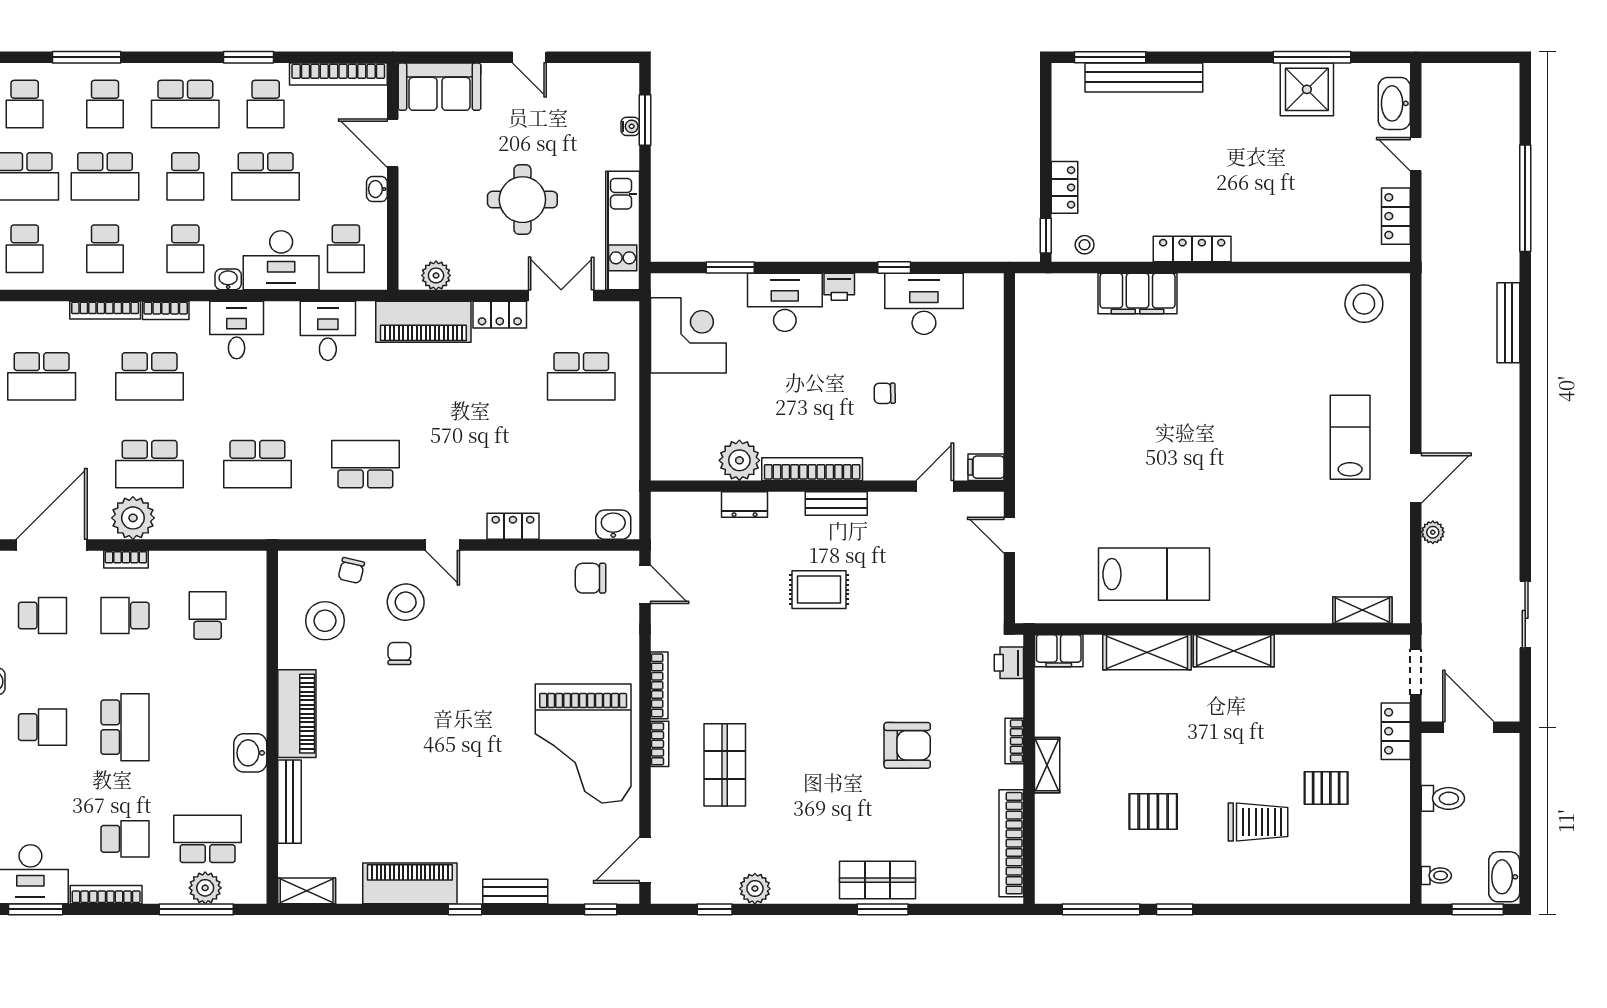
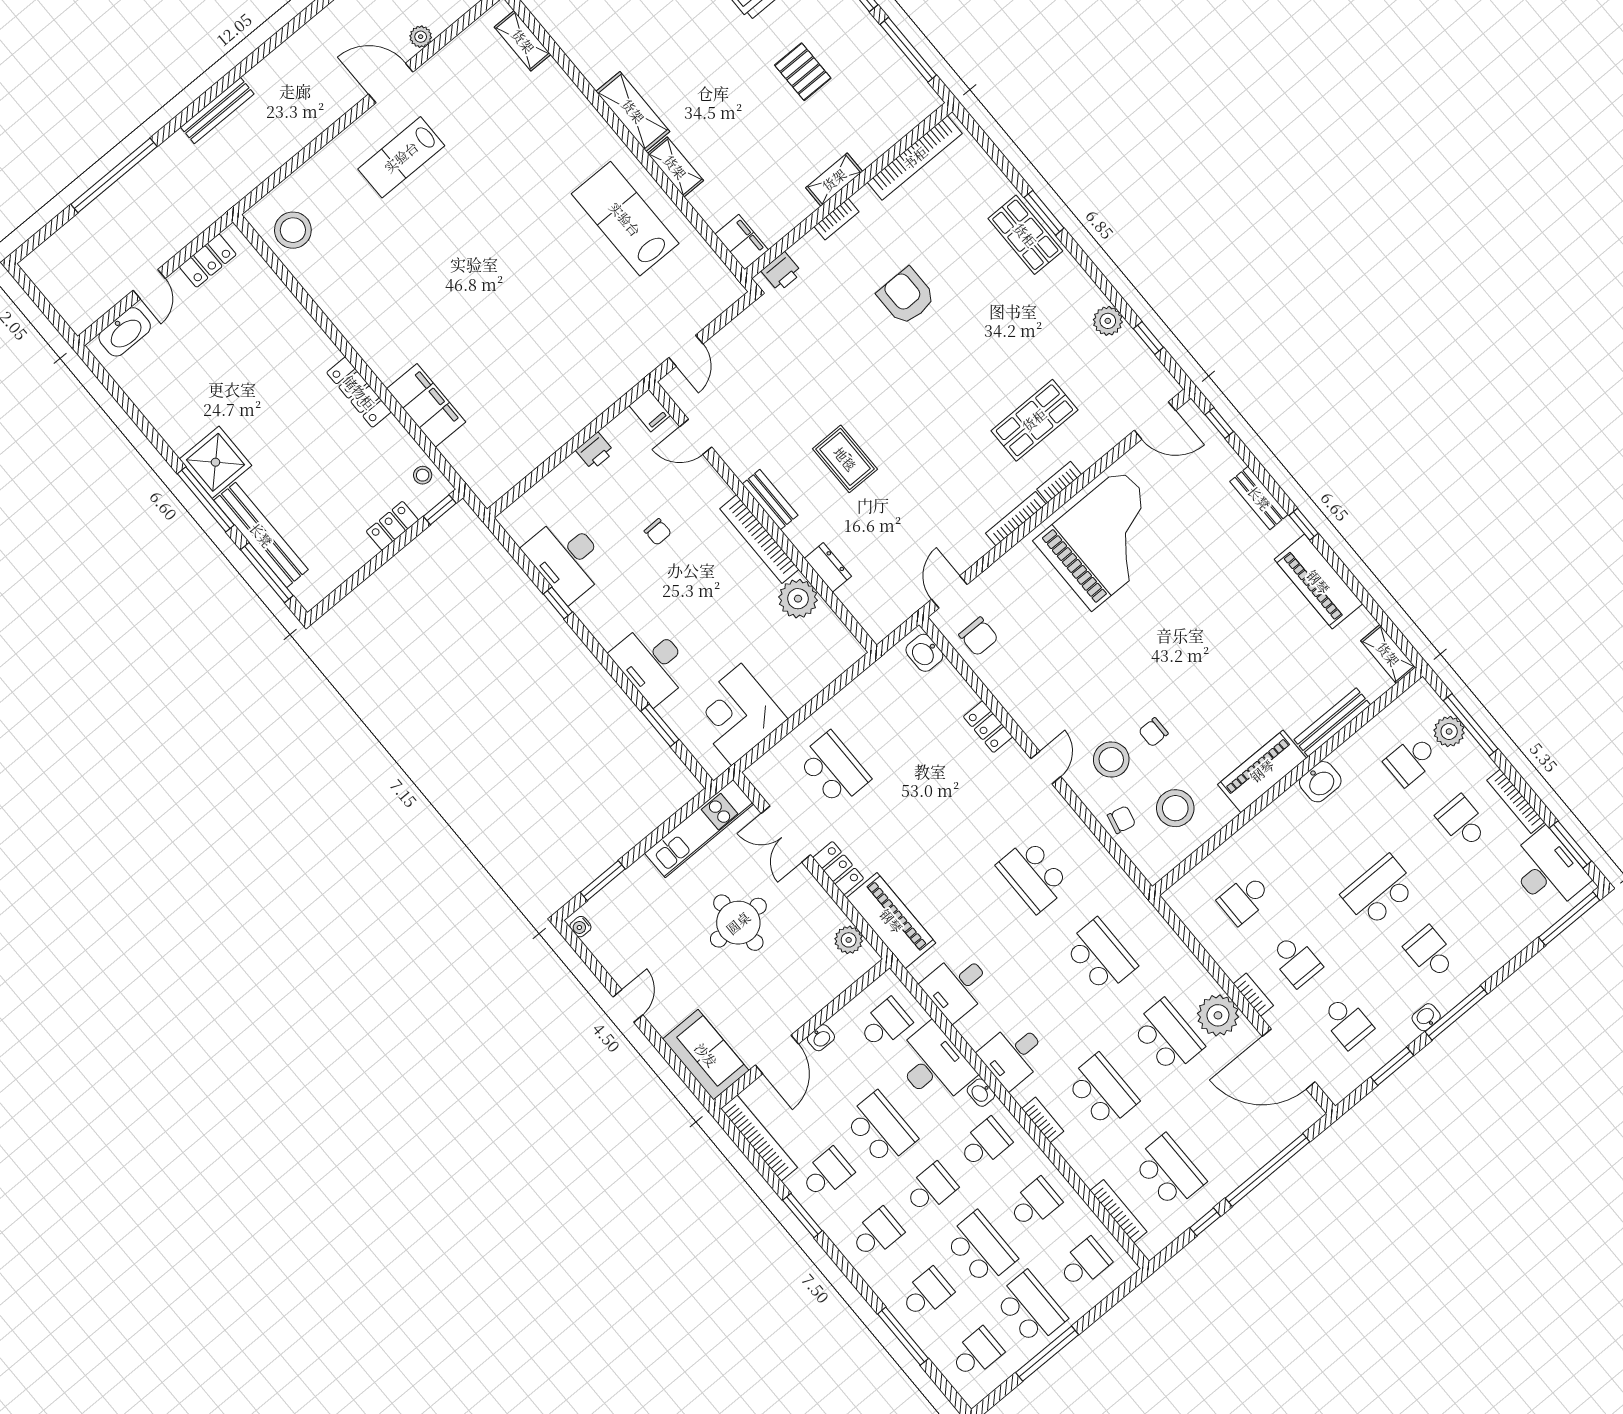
window: (1312, 57) -> (206, 499), moved
shower: (1307, 89) -> (215, 462), moved
school desk: (185, 104) -> (877, 1234), width x0.54
water cooler: (630, 126) -> (580, 927), moved, turned -90
printer: (839, 287) -> (595, 451), moved, turned 90
bookcase: (105, 310) -> (1119, 1211), moved
school desk: (42, 616) -> (1347, 1022), turned 180
shelving: (1147, 652) -> (675, 167), width x0.67, depth x0.75
school desk: (208, 839) -> (1411, 760), width x0.54

